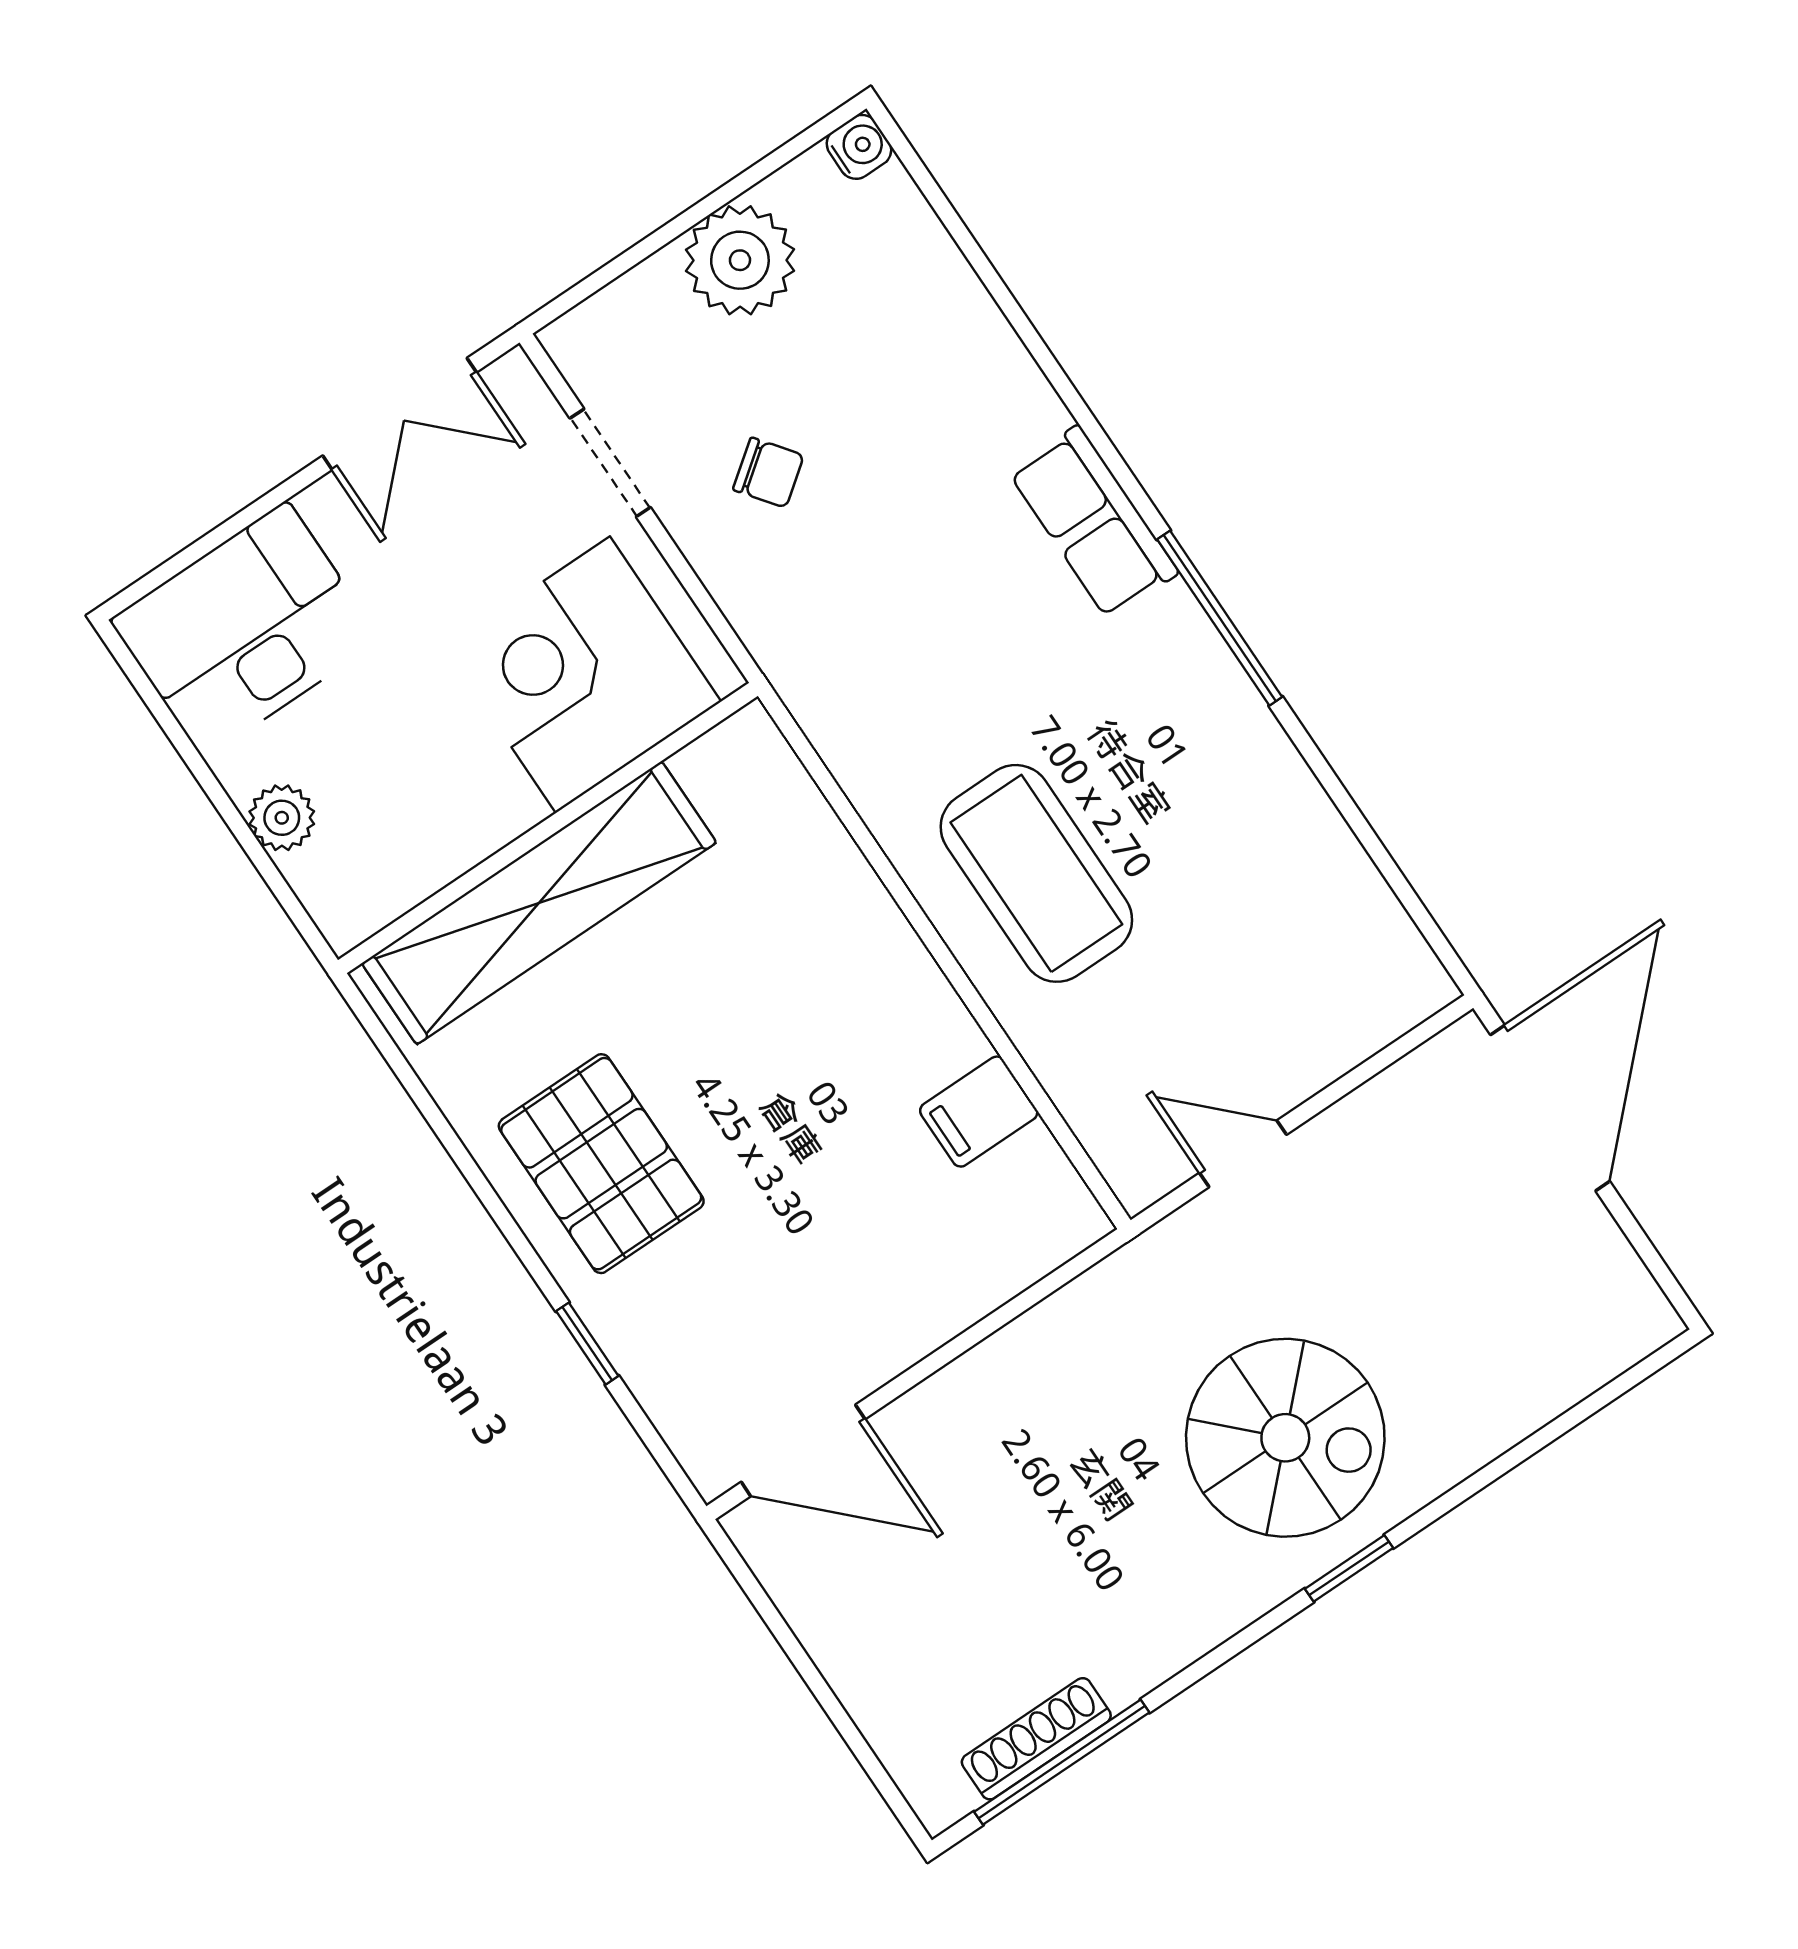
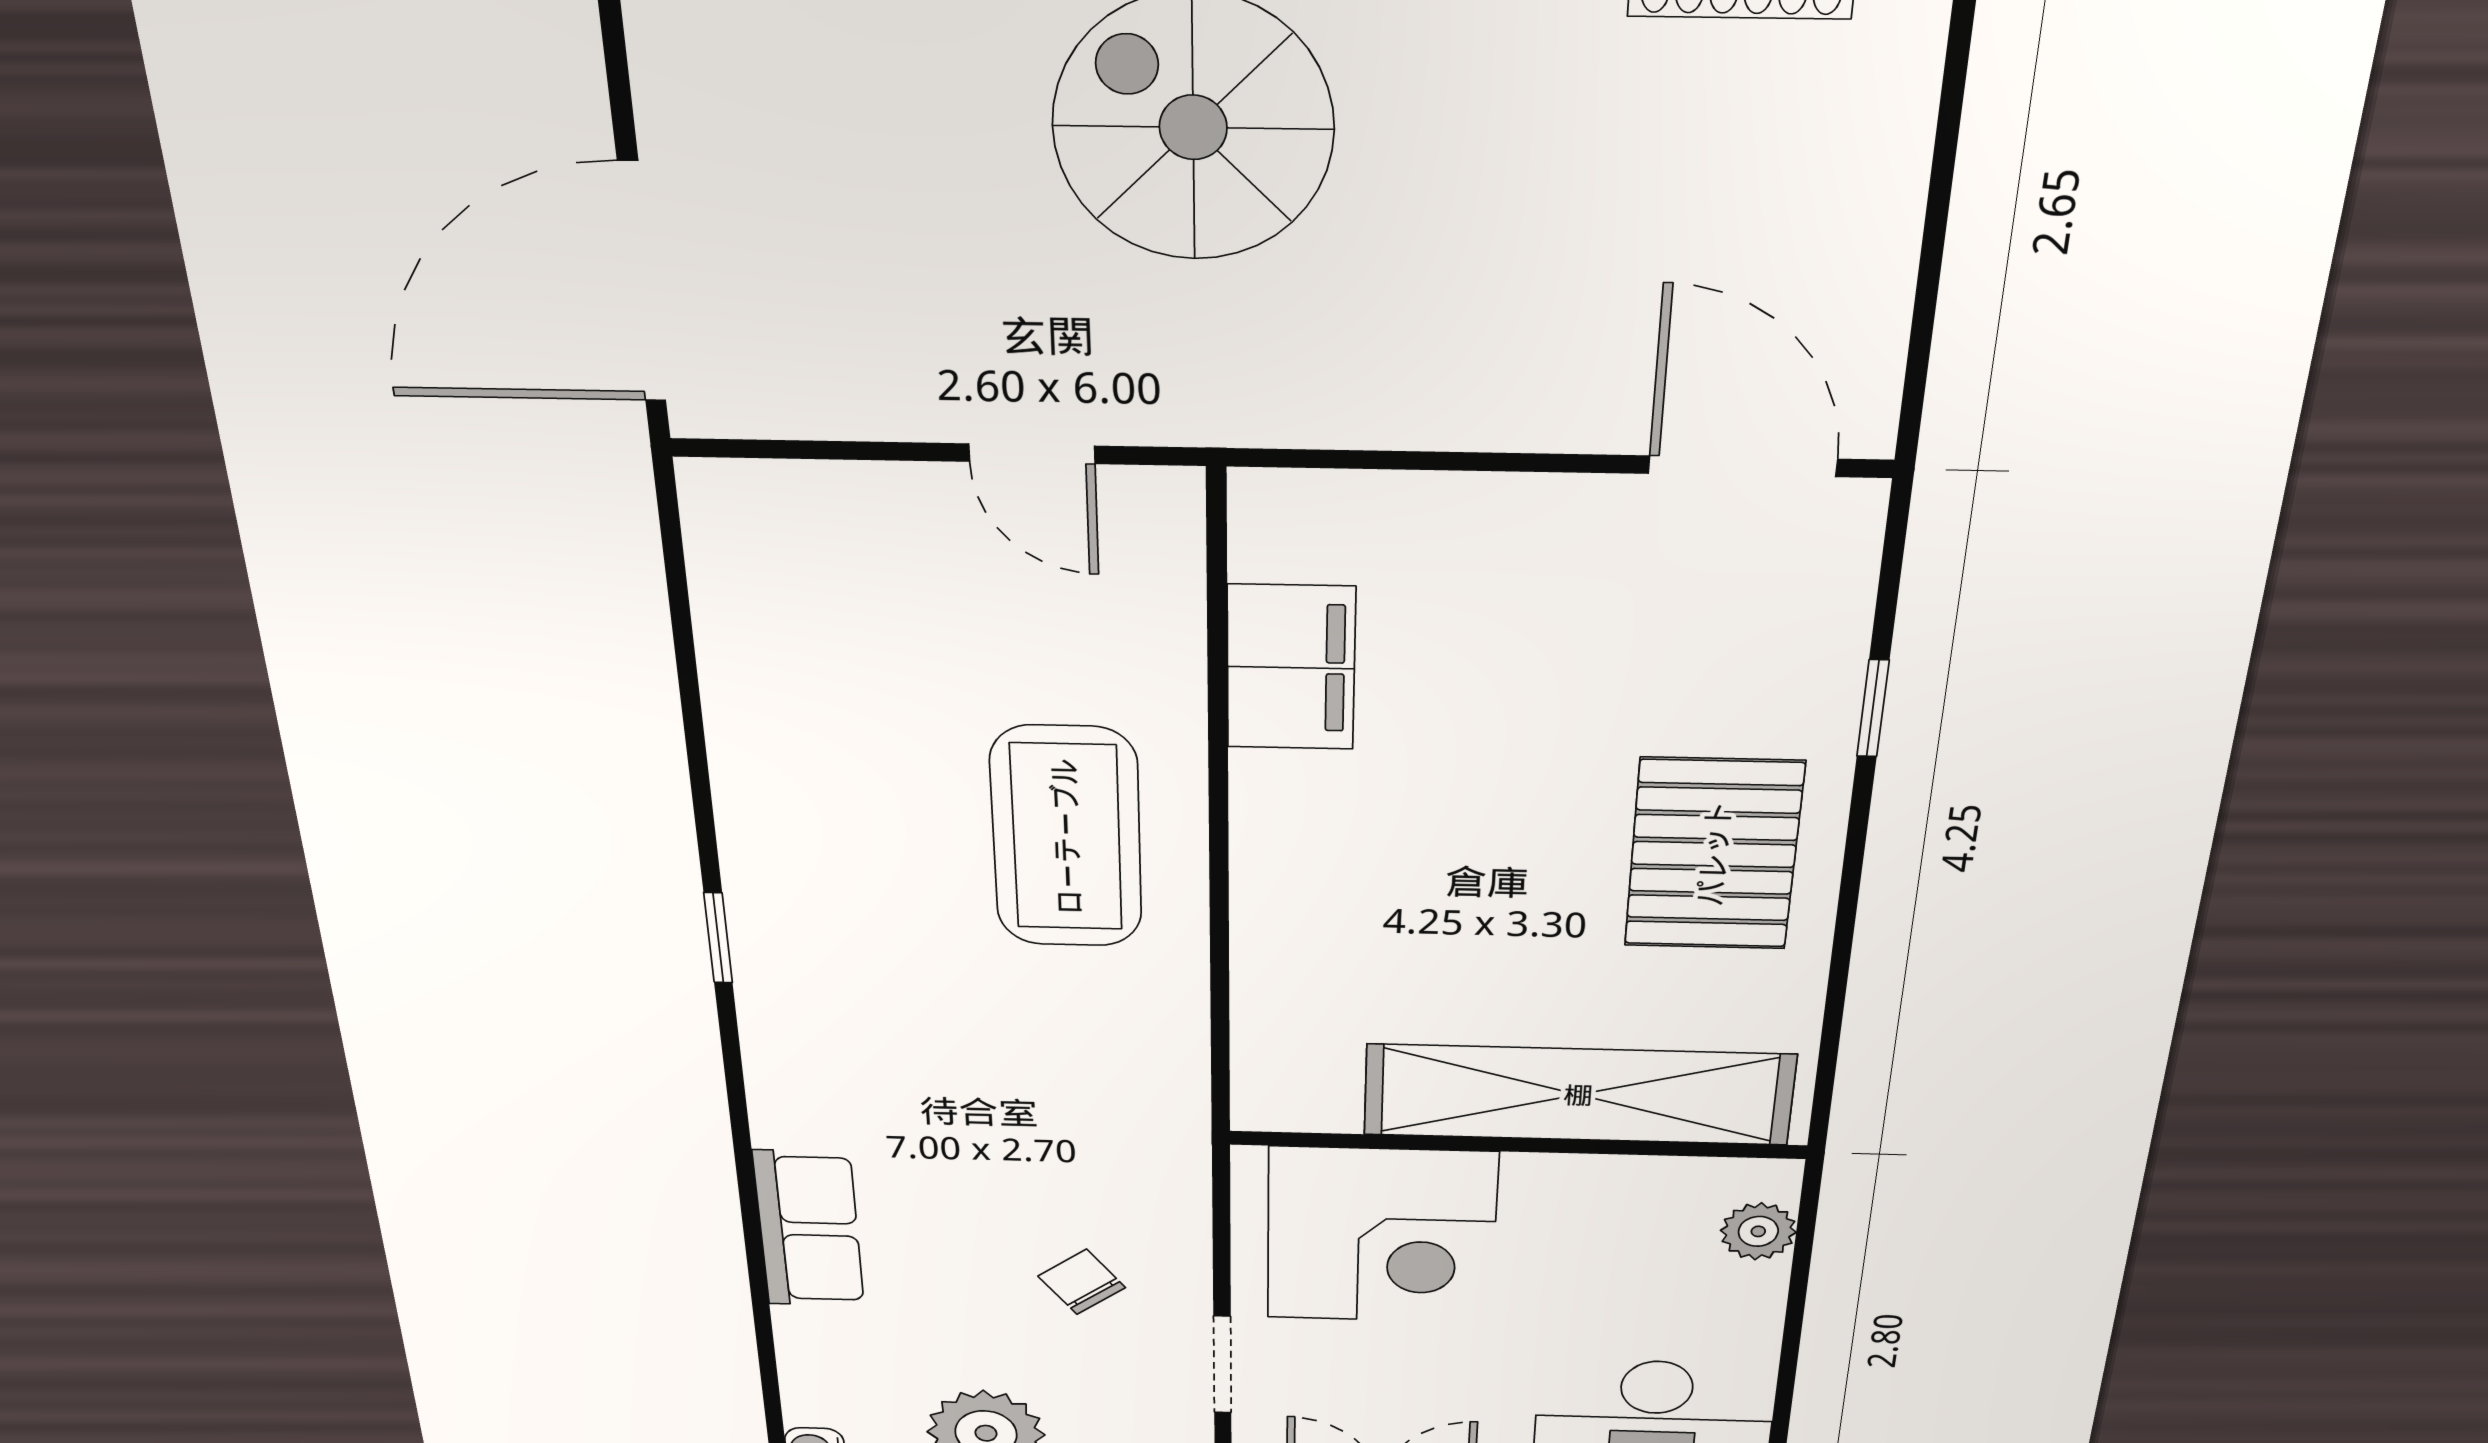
row of seats: (1093, 522) -> (809, 1229), moved
window: (1220, 618) -> (718, 938), width x0.46
plant: (282, 818) -> (1758, 1231), moved
filing cabinet: (979, 1112) -> (1291, 668), width x2.00

